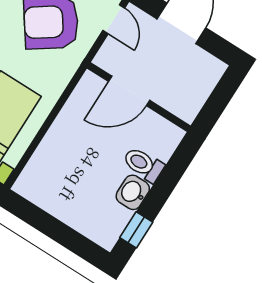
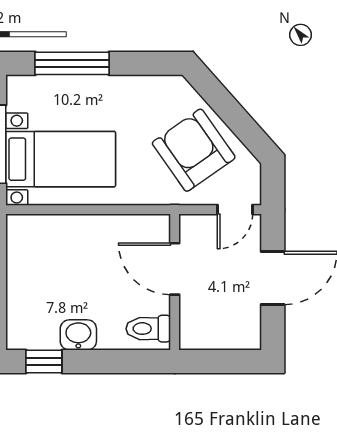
toilet: (143, 164) -> (148, 329), moved, turned -90

